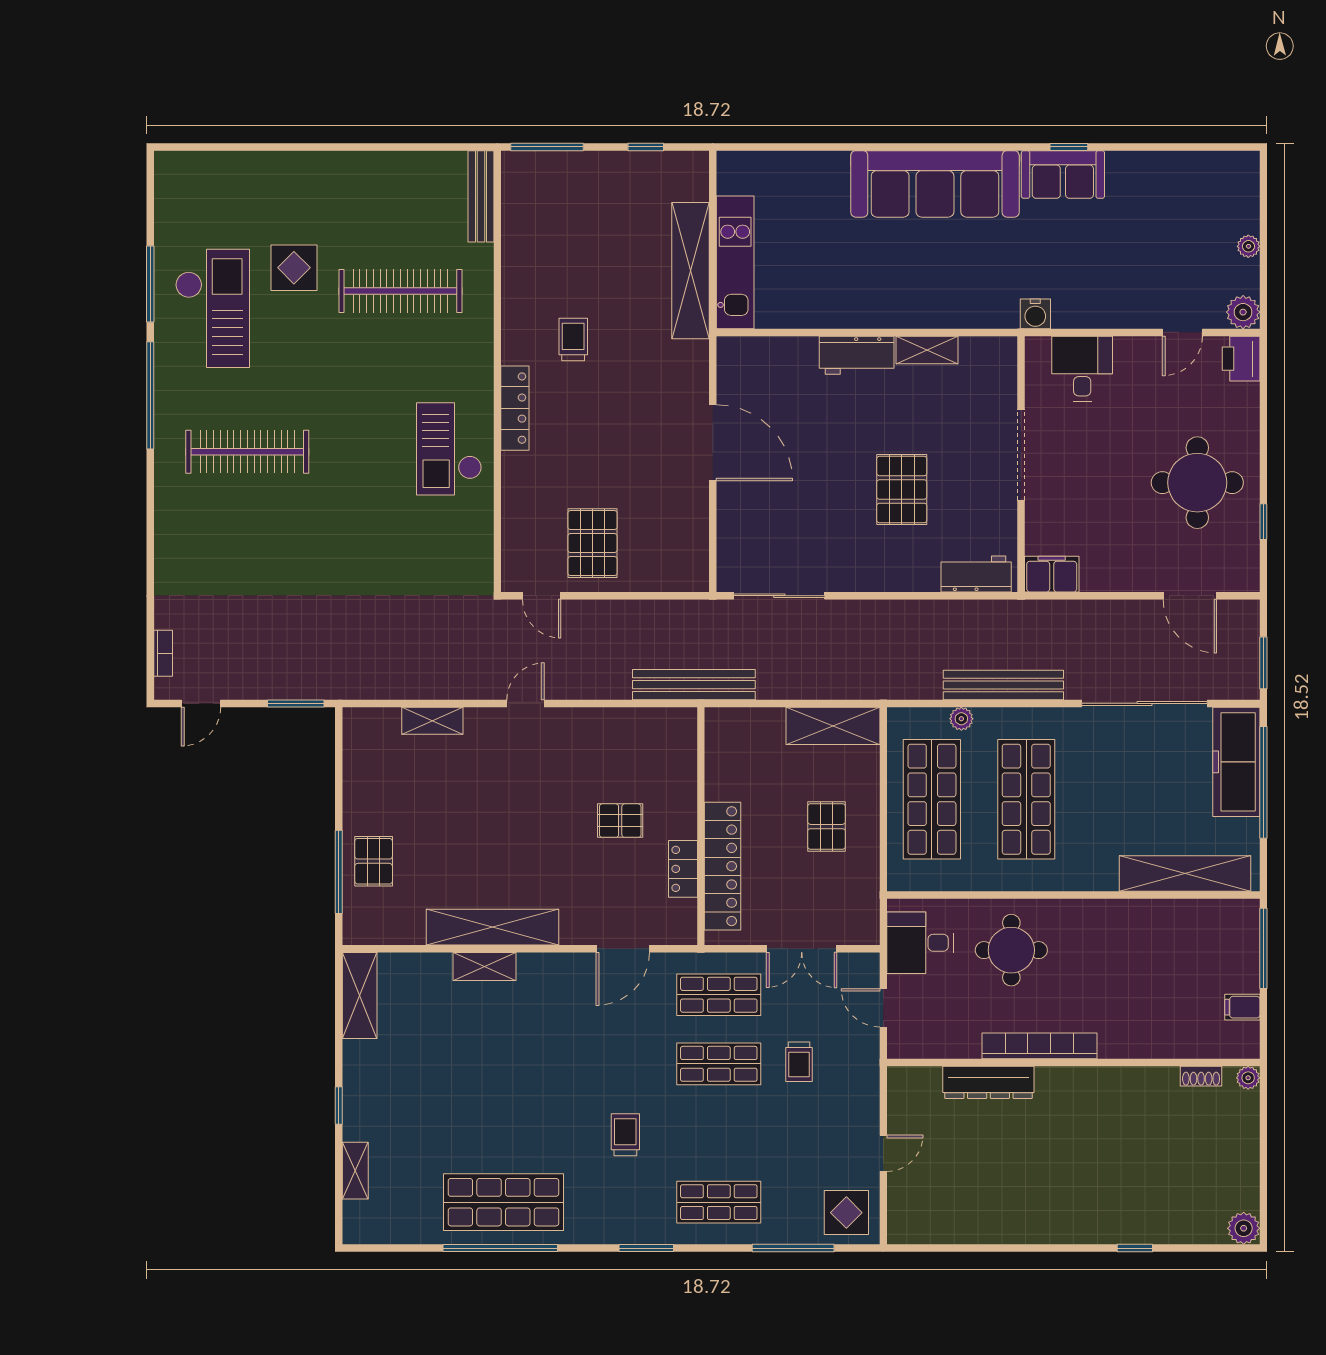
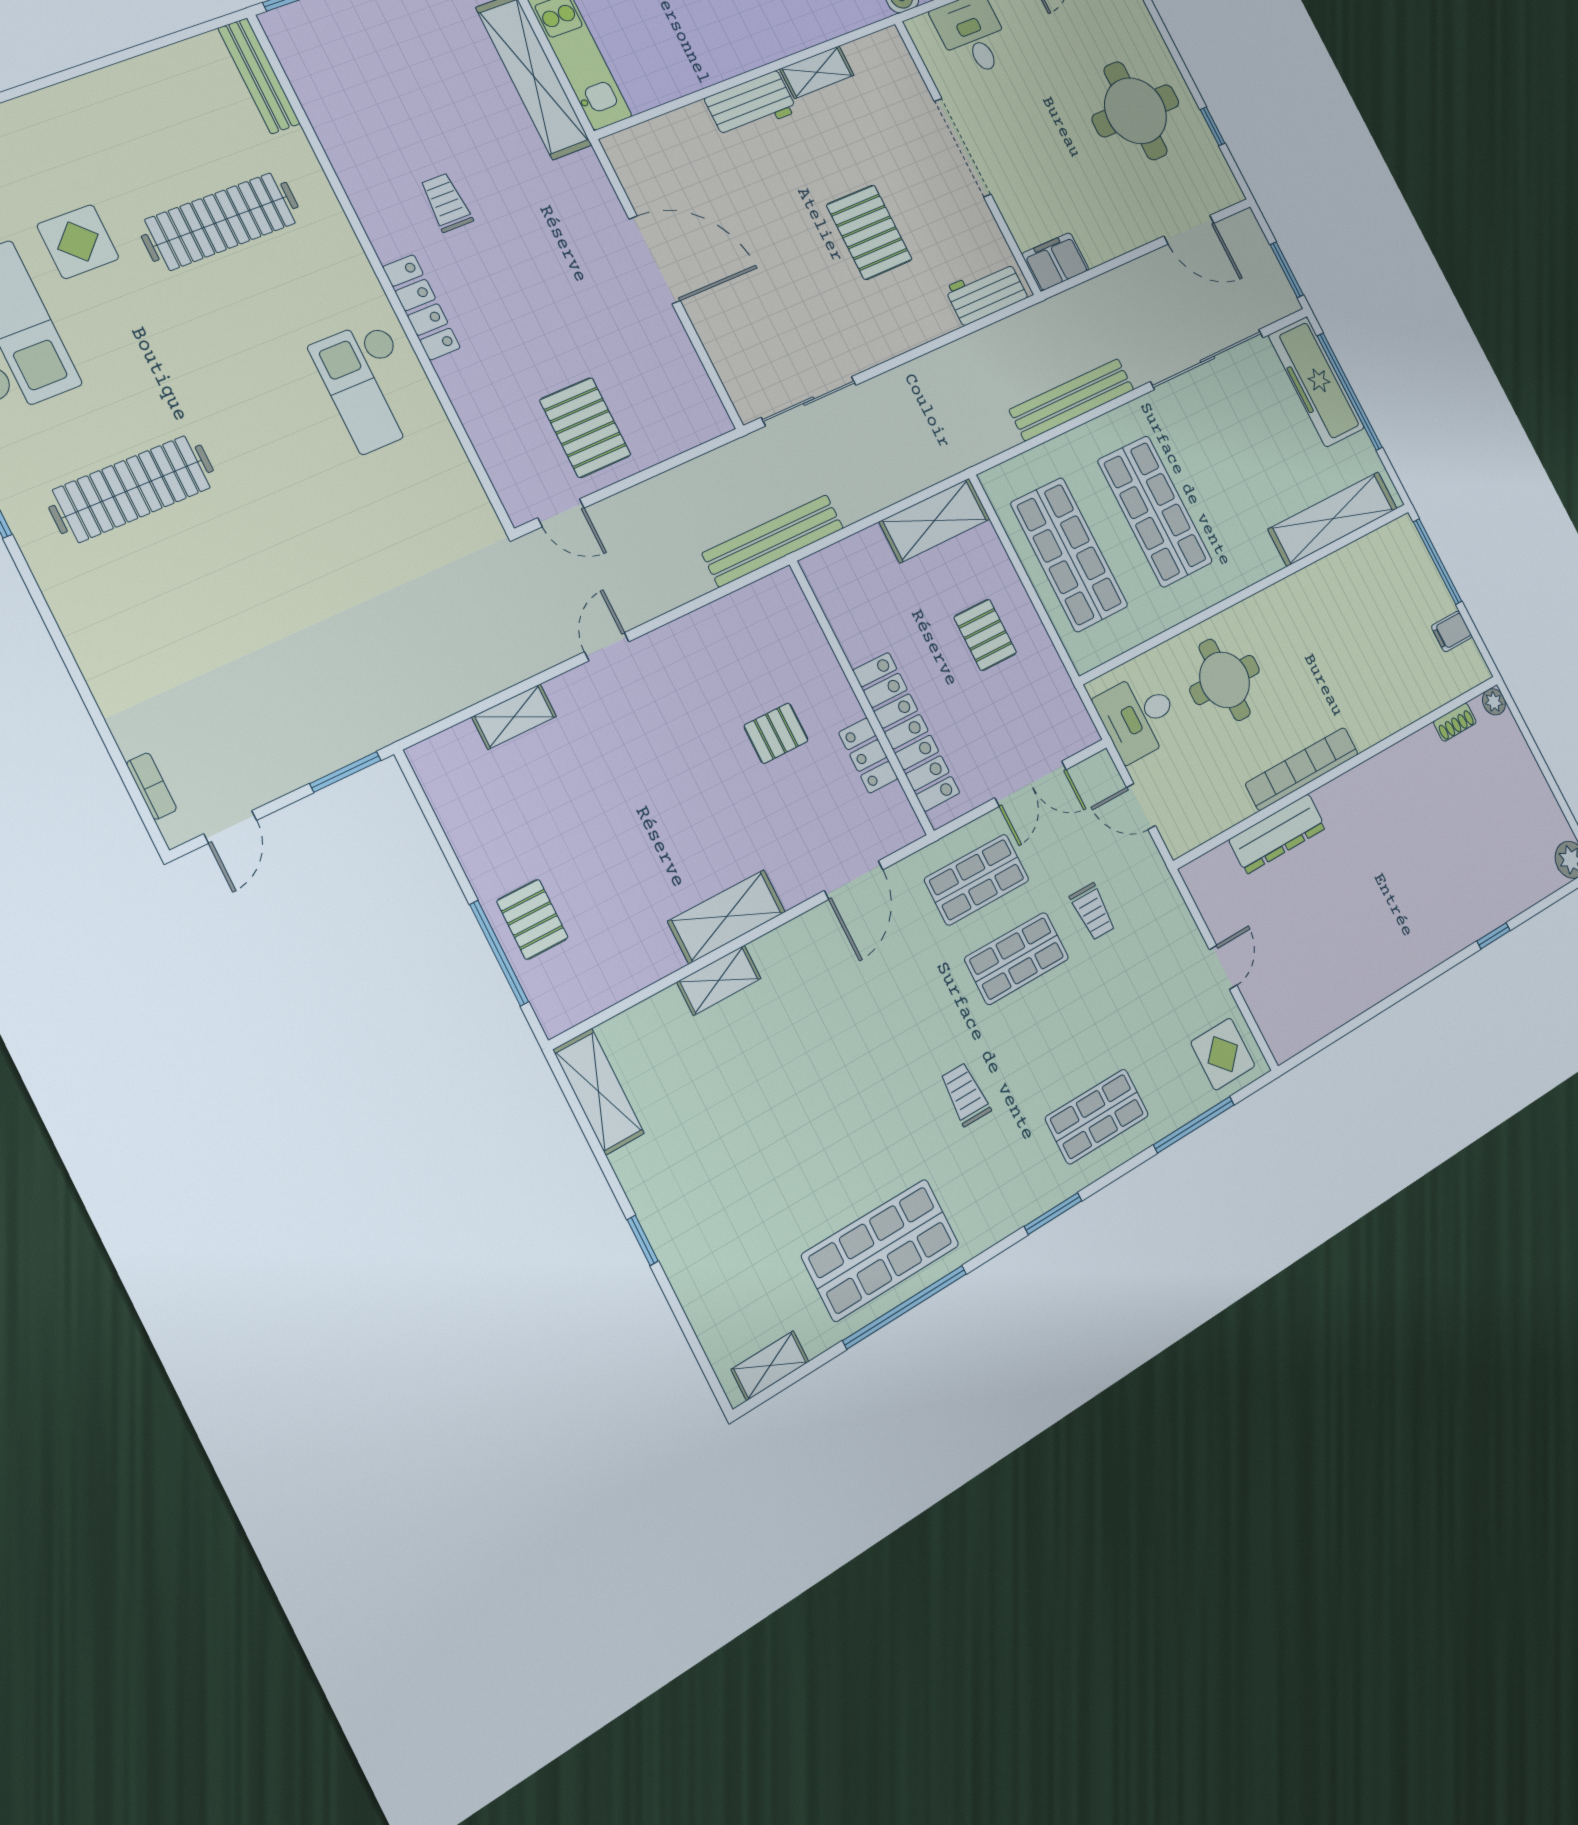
plant: (961, 719) -> (1052, 454), removed
shelving: (493, 927) -> (727, 917), width x0.68
shelving: (355, 1171) -> (770, 1366), moved, turned 90

